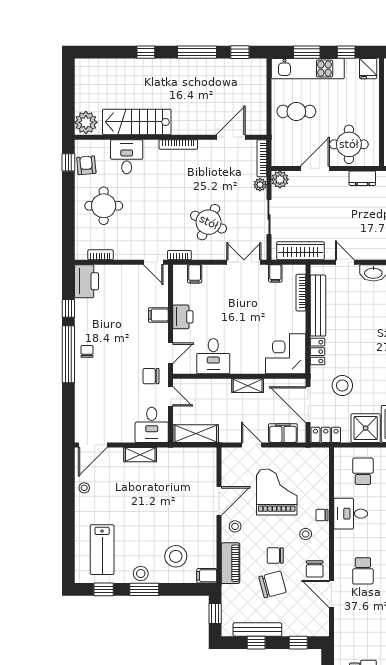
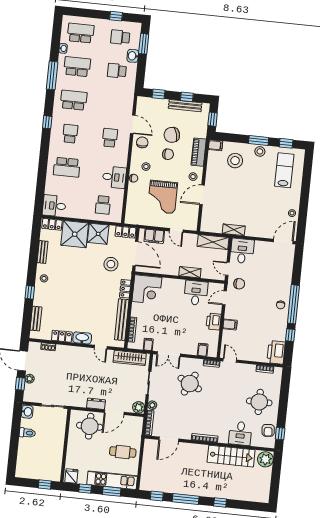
dresser: (362, 178) -> (96, 404), moved
shelving: (248, 386) -> (190, 272), moved
shelving: (140, 455) -> (234, 230), moved

